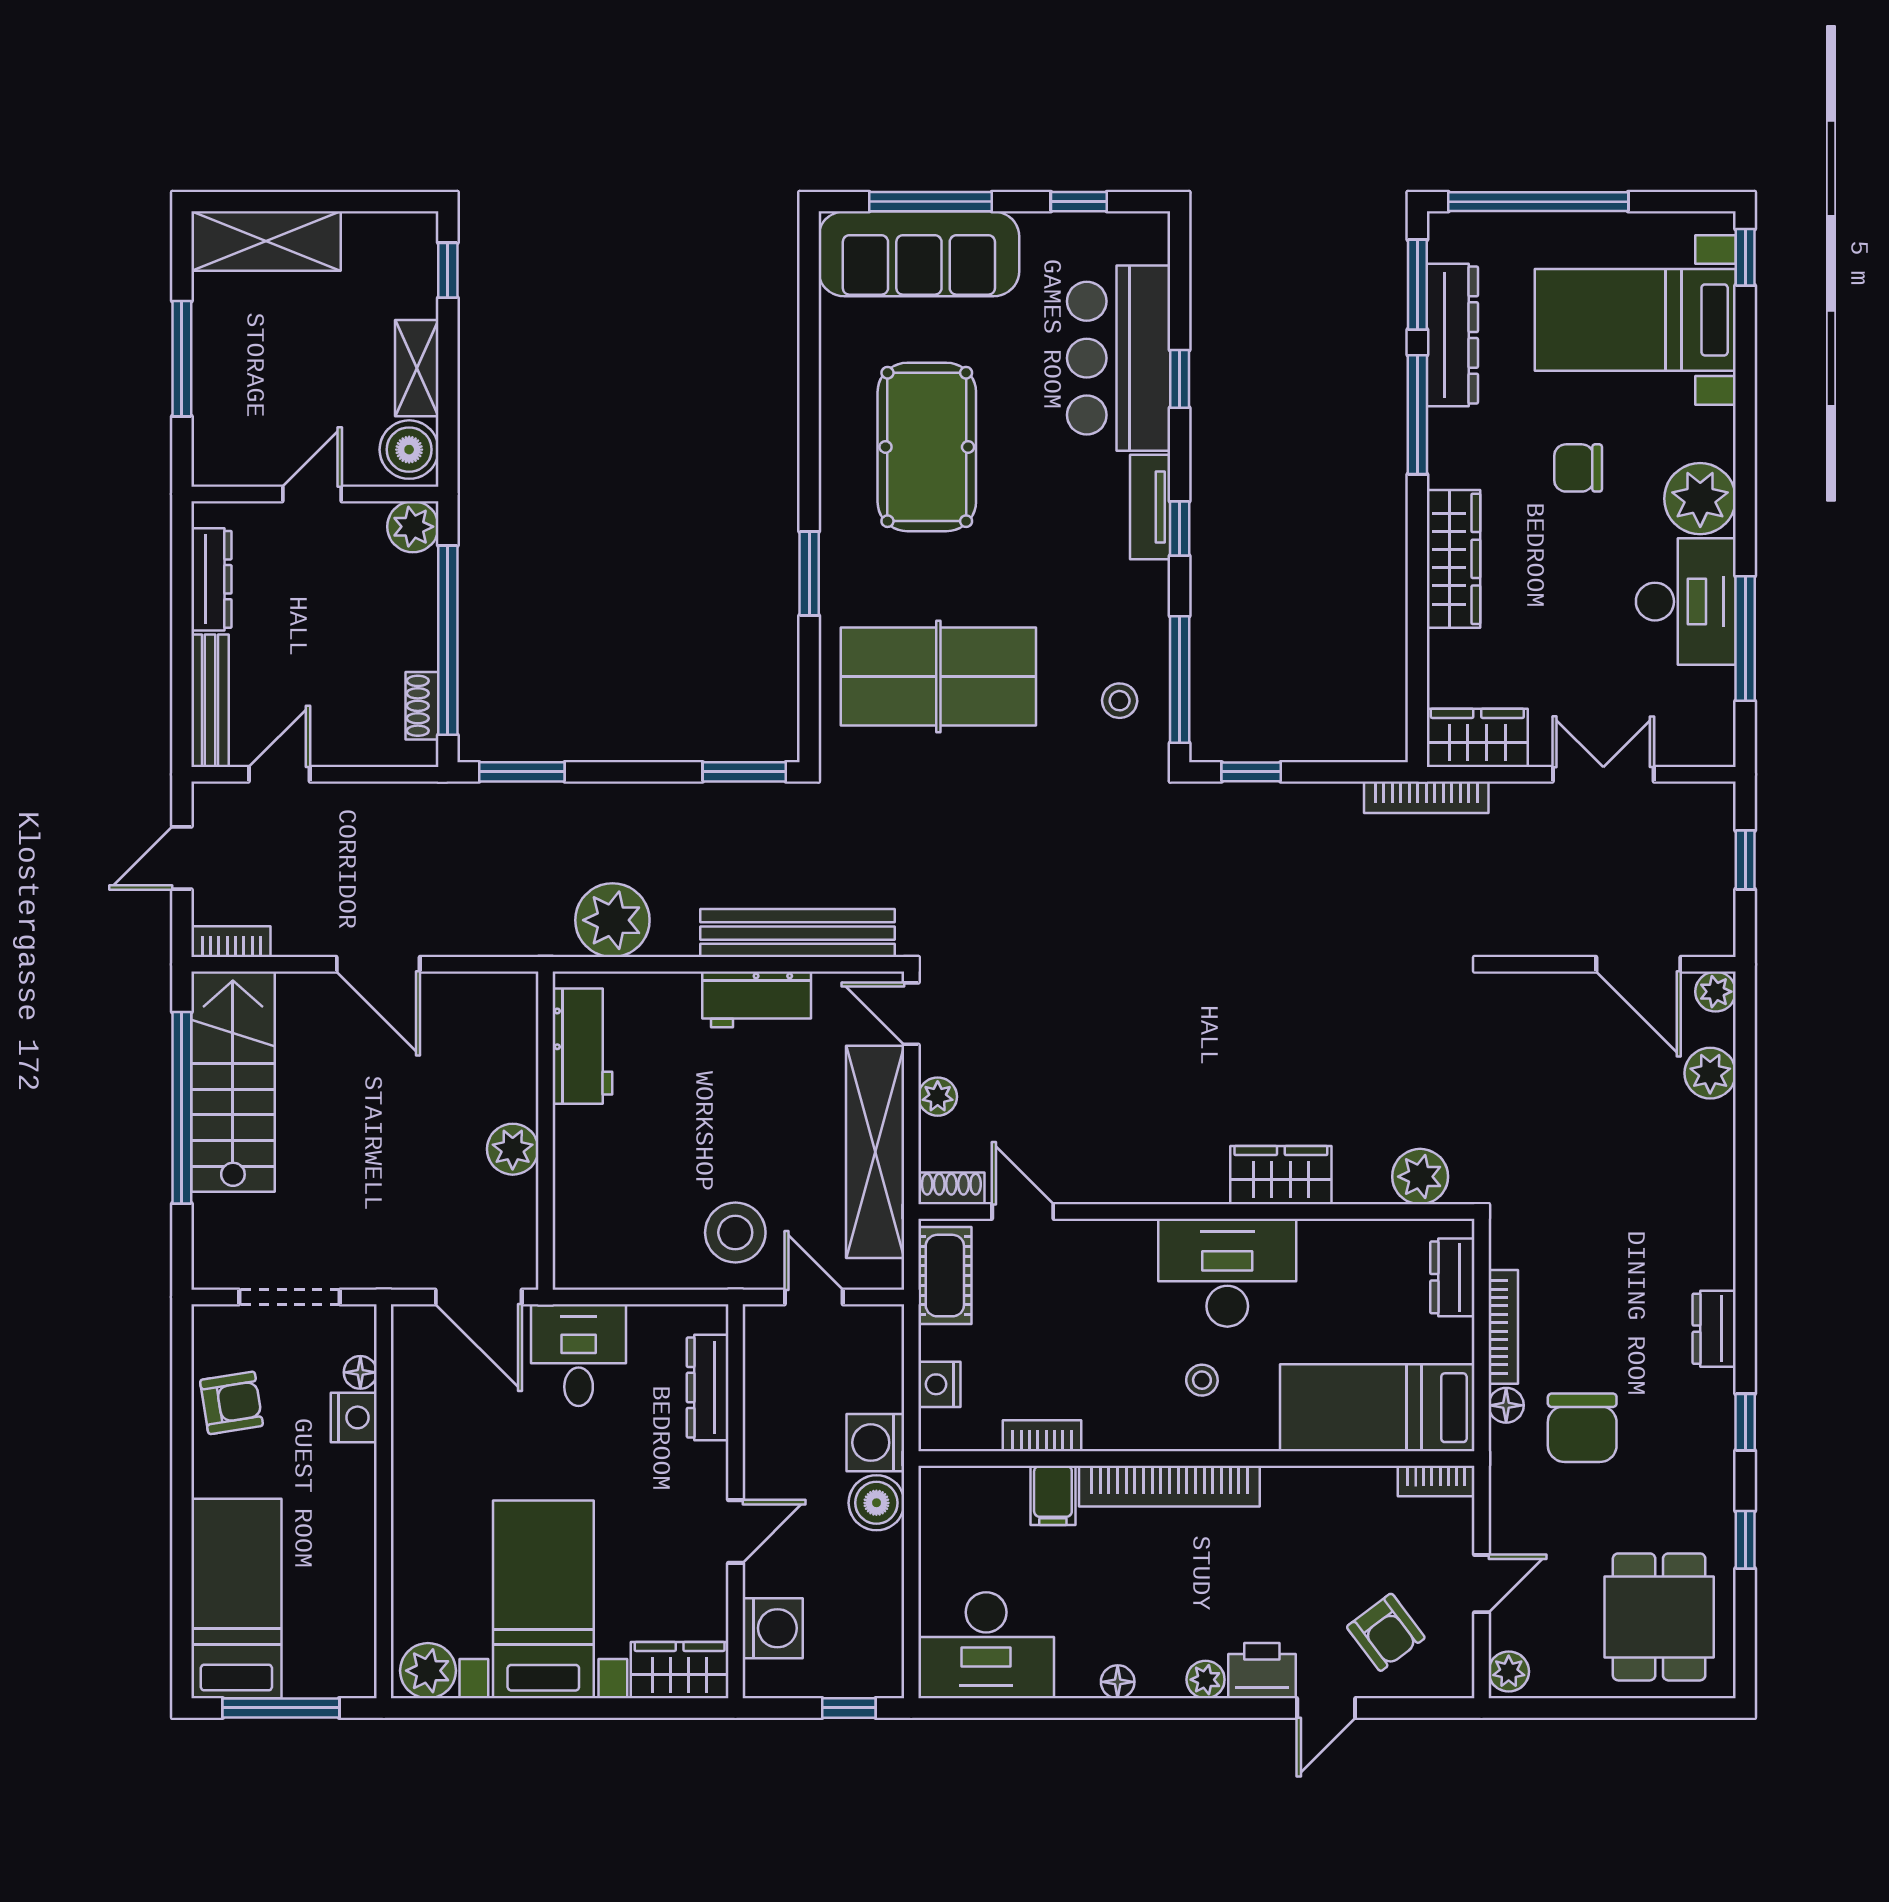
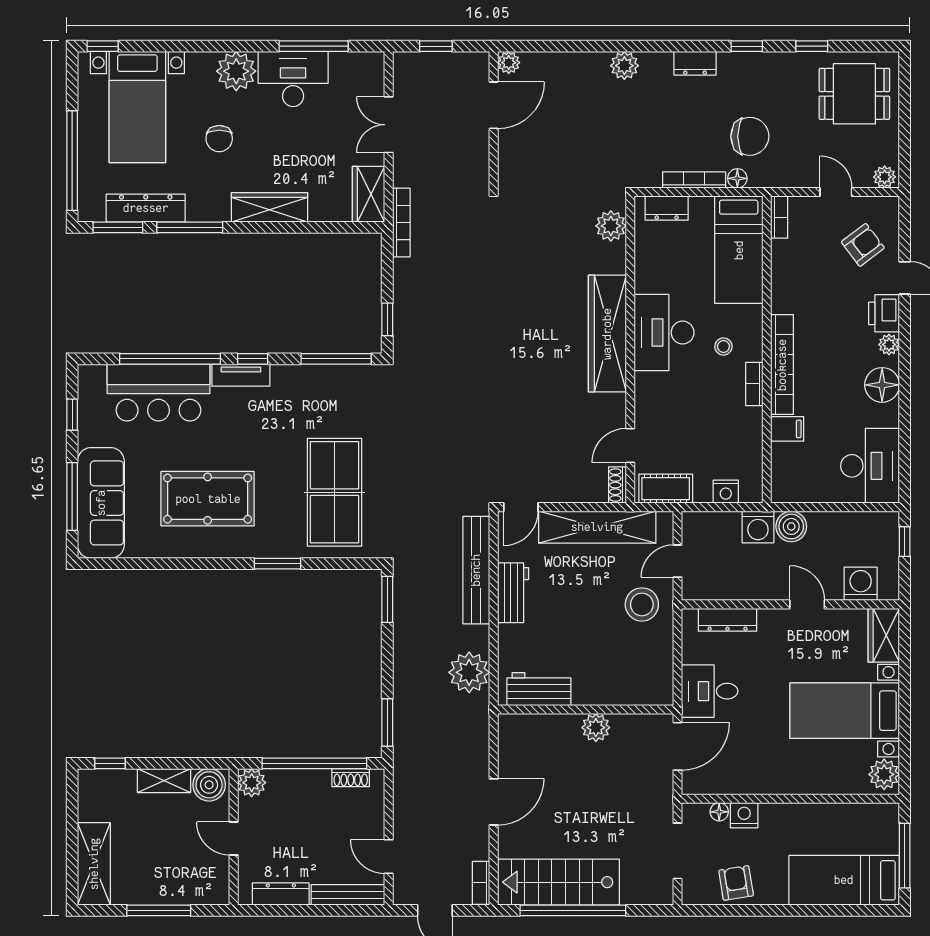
window: (1180, 379) -> (170, 359), width x3.17
stool: (1120, 701) -> (348, 392), removed
plant: (1710, 1073) -> (624, 66), moved
plant: (938, 1097) -> (567, 493), removed
wardrobe: (1281, 1175) -> (607, 334), width x2.10, depth x1.17
bookcase: (1042, 1436) -> (754, 384), moved
floor lamp: (1118, 1682) -> (882, 385), width x1.89, depth x1.89

